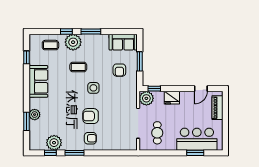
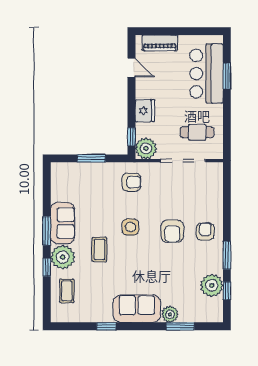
sofa: (123, 42) -> (63, 223), moved
window: (27, 57) -> (106, 326), moved
armchair: (119, 70) -> (131, 182), moved
sofa: (38, 81) -> (137, 309), moved

